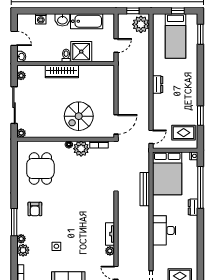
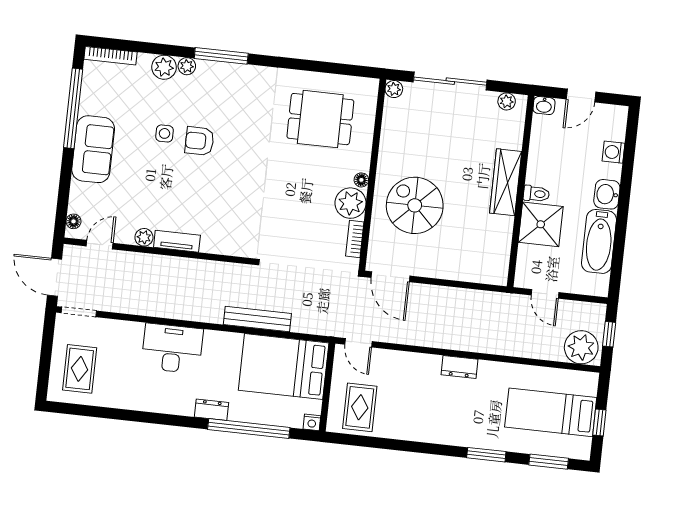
window: (200, 116) -> (486, 455), moved
armchair: (35, 209) -> (199, 141), moved

